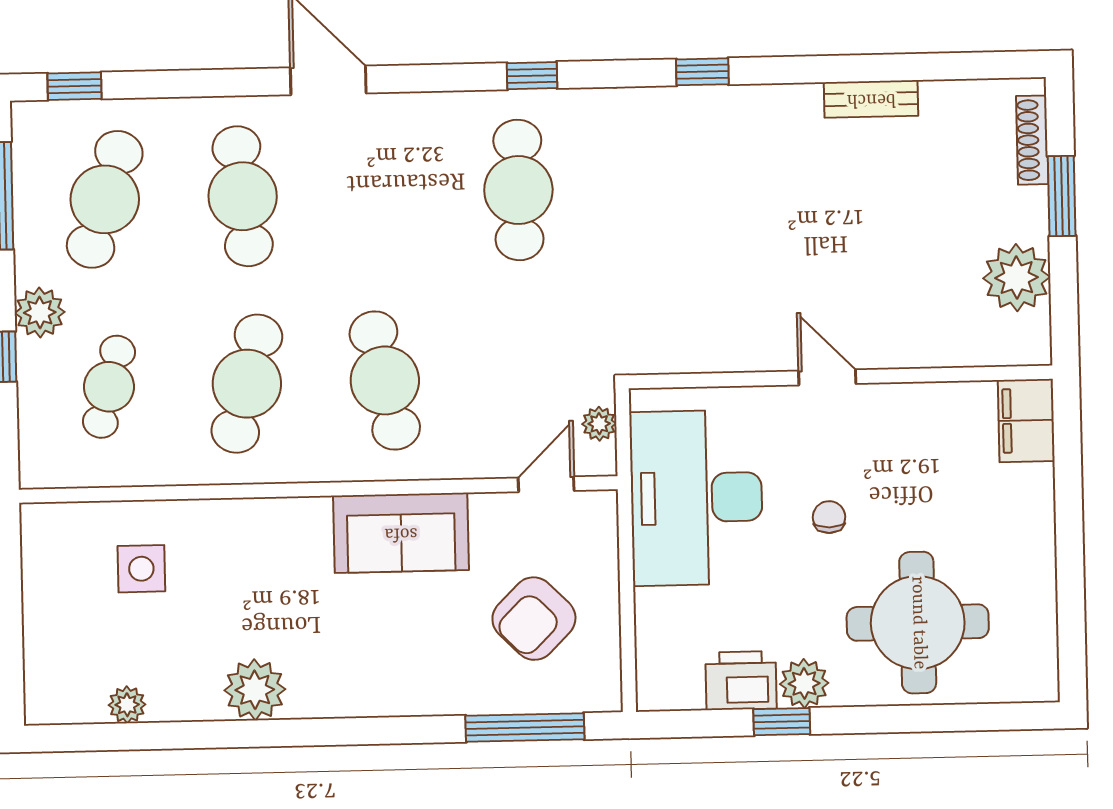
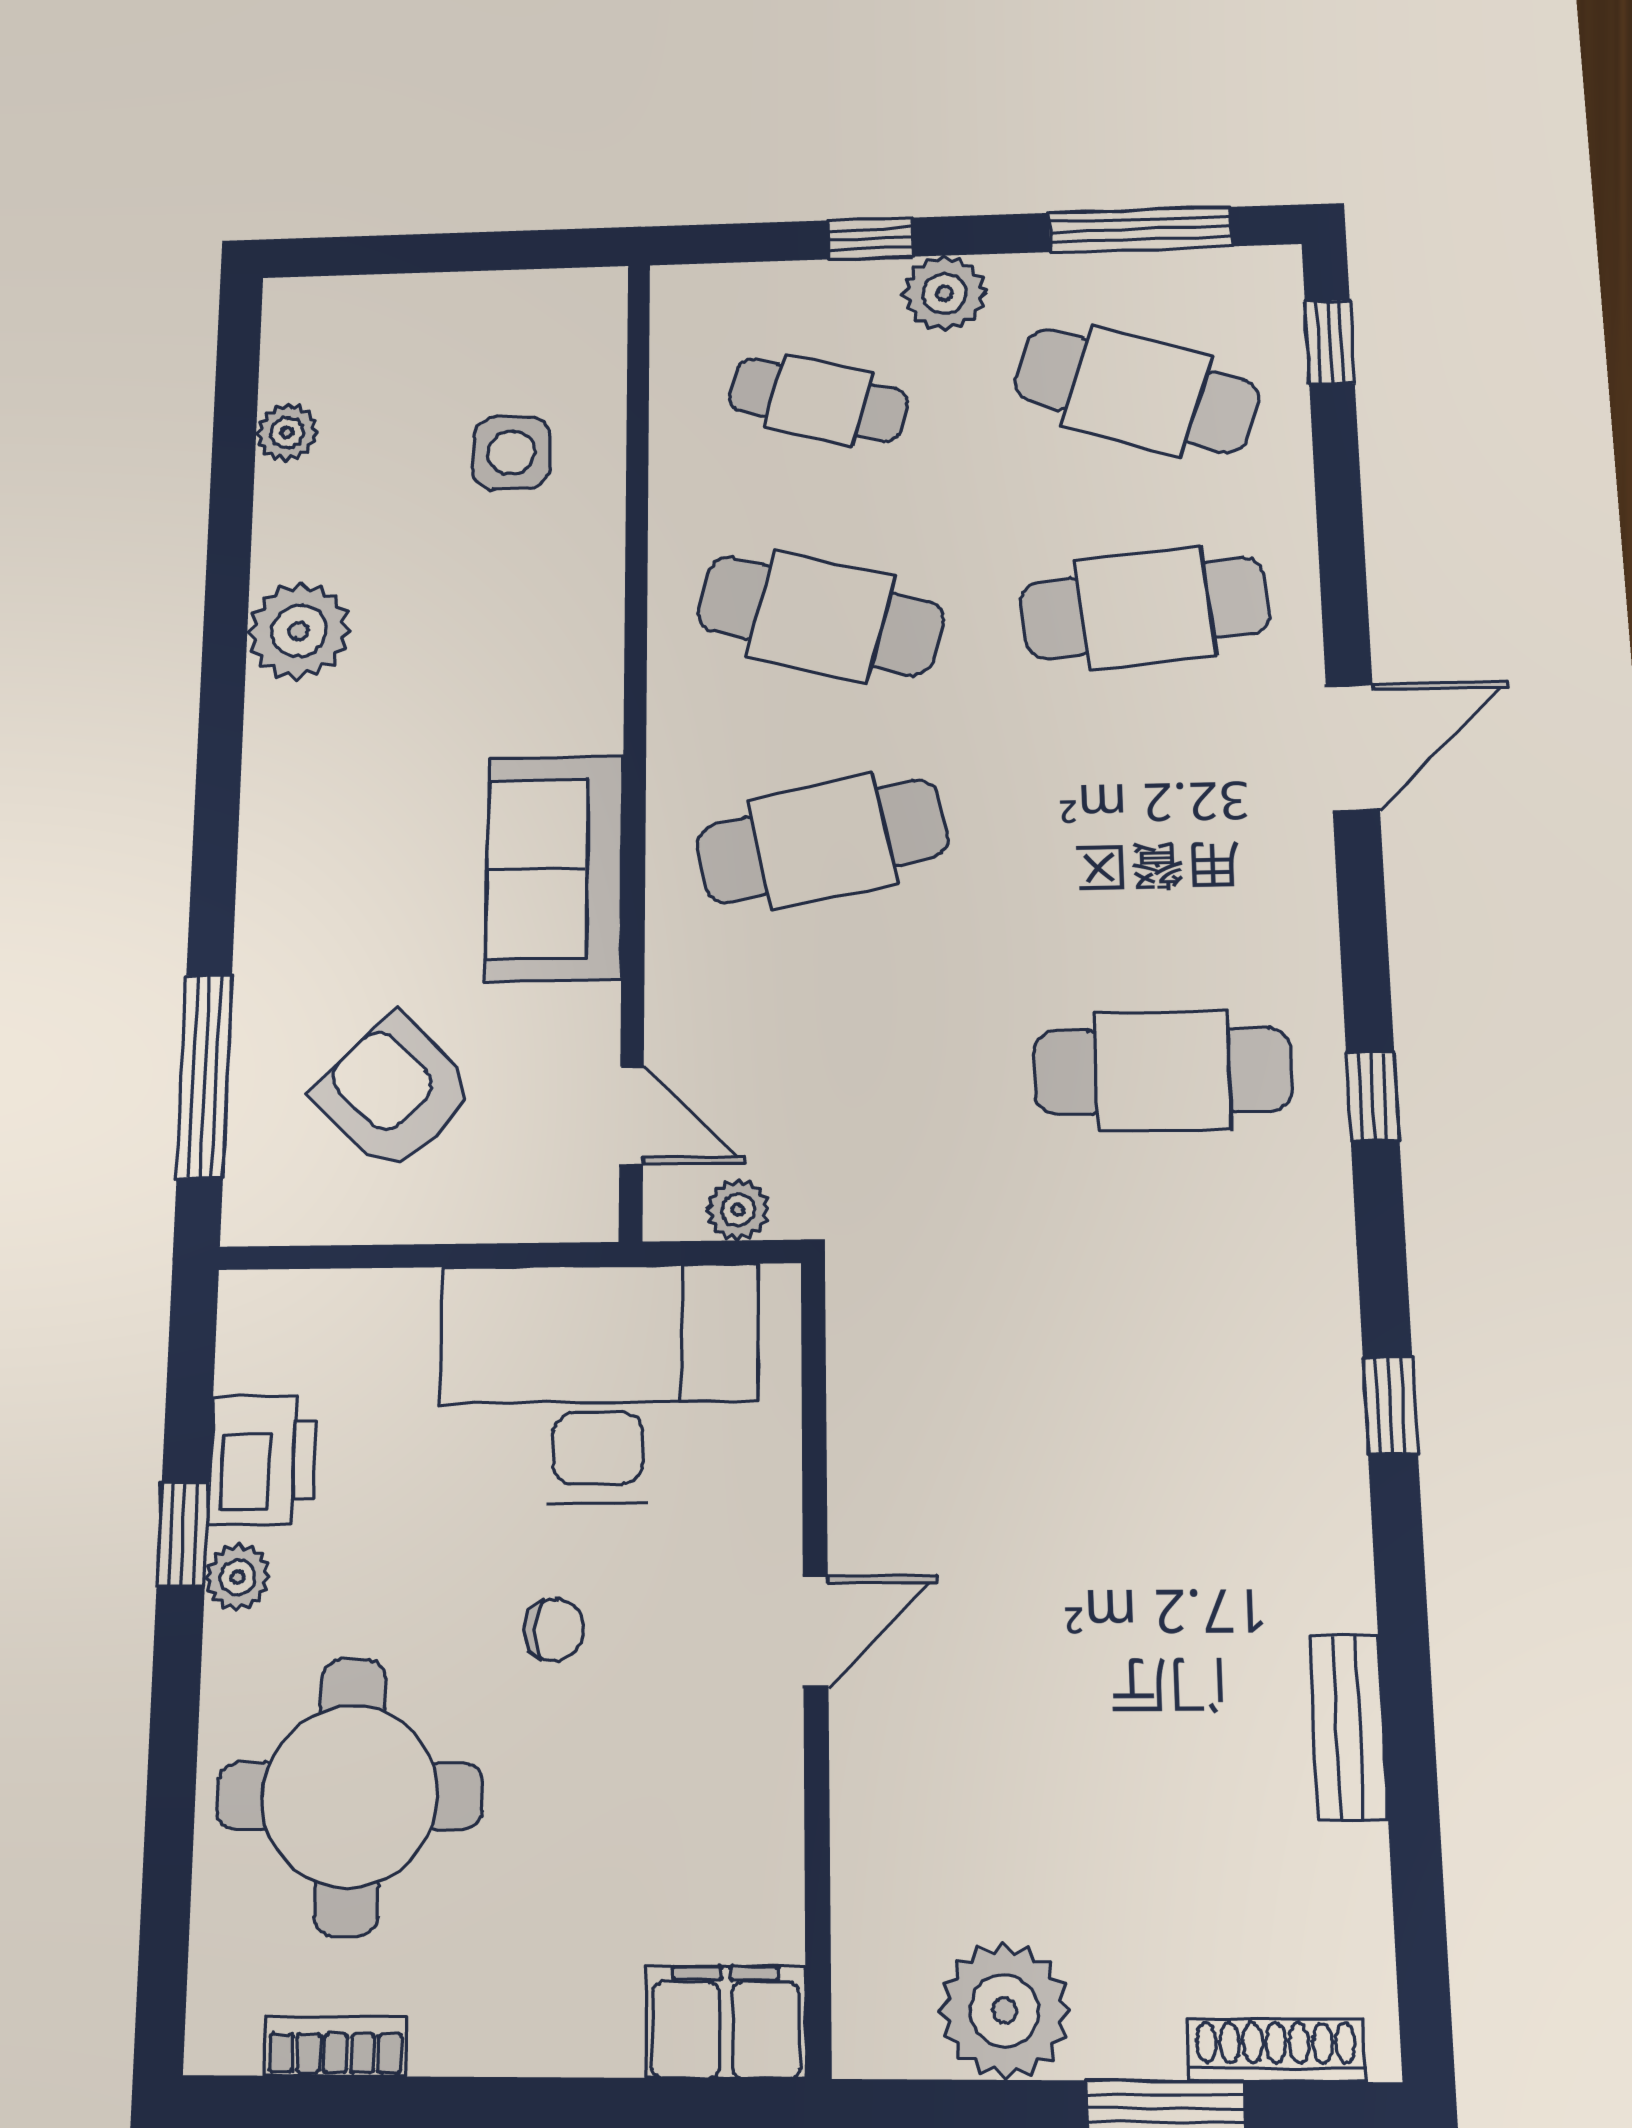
bookcase: (1043, 623) -> (336, 2046), added
plant: (804, 683) -> (238, 1577), width x0.73, depth x0.73

